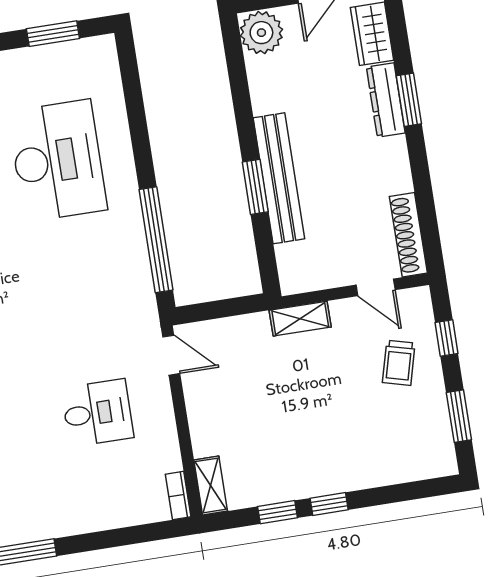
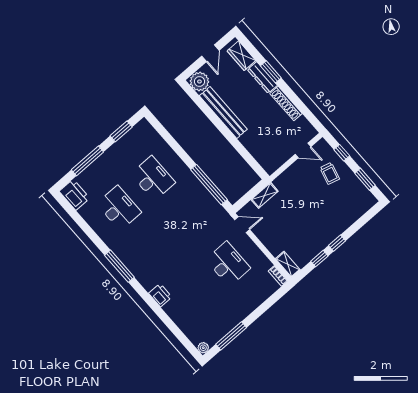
desk: (57, 161) -> (153, 178), width x0.73, depth x0.77
bench: (279, 178) -> (223, 113), moved
window: (255, 187) -> (234, 141), removed
shoe rack: (408, 235) -> (286, 104), moved
shelving: (300, 319) -> (265, 195), moved
desk: (97, 413) -> (228, 264), width x1.37

